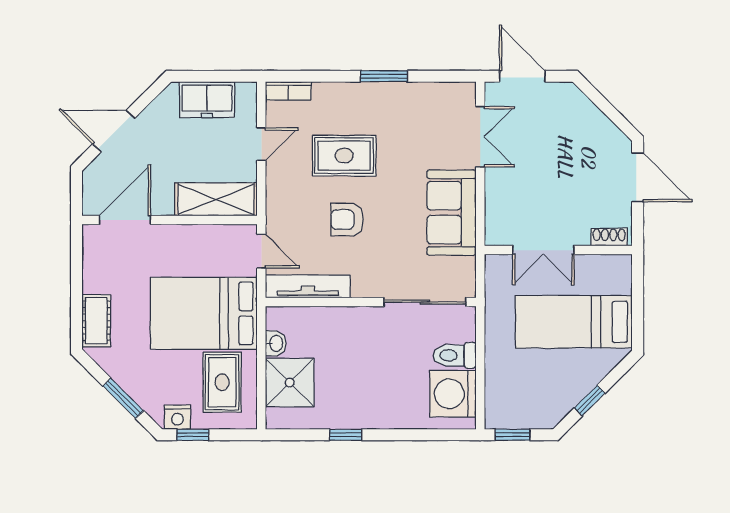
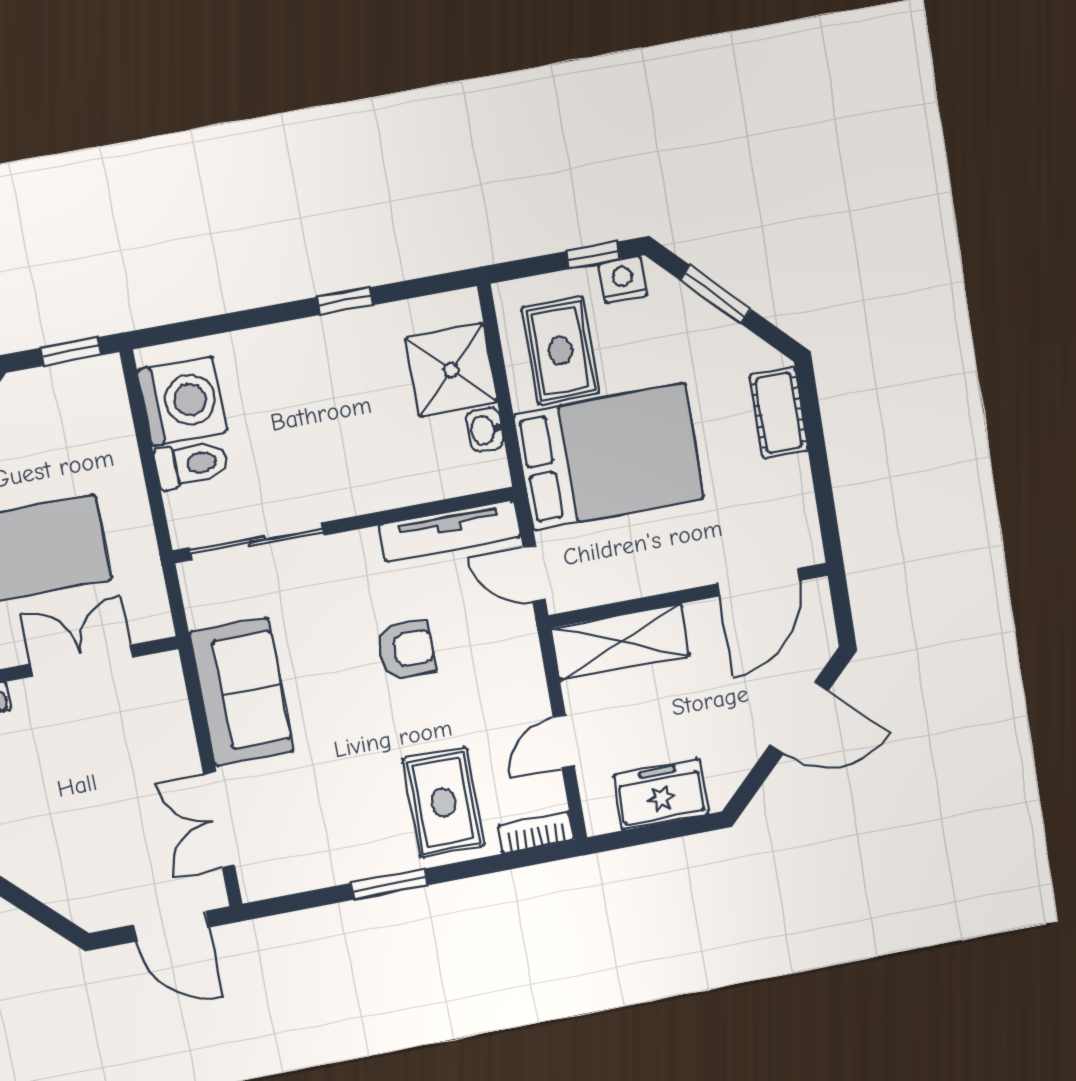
rug: (344, 156) -> (443, 802), moved, turned 90

